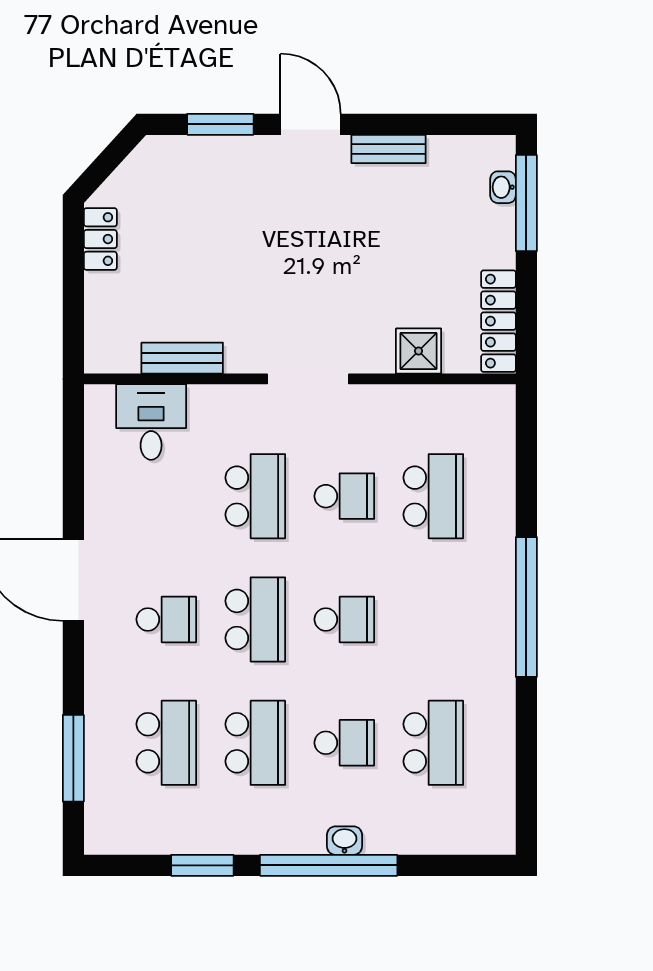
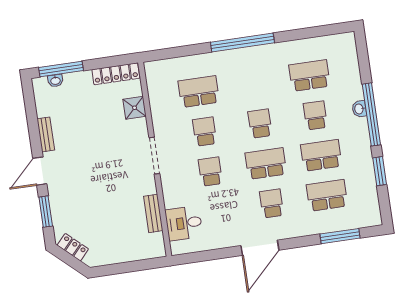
locker: (100, 239) -> (73, 247), moved, turned 42
school desk: (255, 496) -> (210, 172), width x0.54

